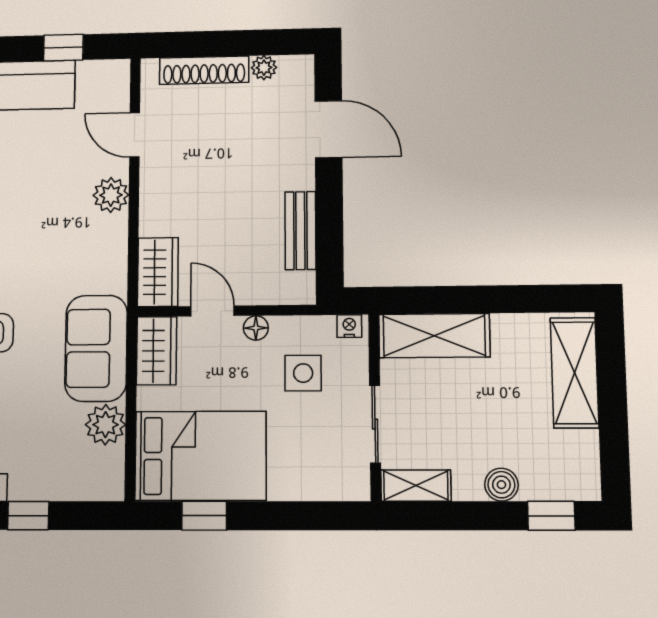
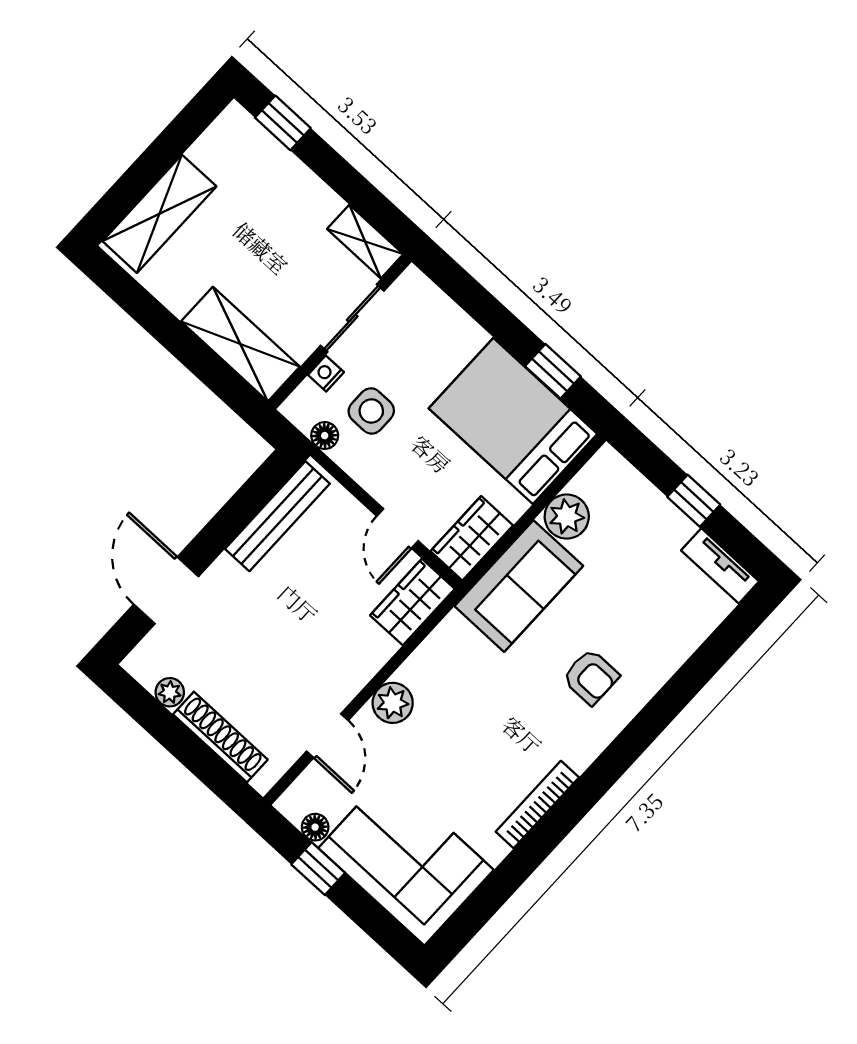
floor lamp: (89, 71) -> (315, 827), added
bench: (300, 231) -> (277, 516), width x1.36
nightstand: (349, 326) -> (326, 374), moved, turned 90
floor lamp: (256, 328) -> (325, 436), moved
boiler: (501, 485) -> (298, 181), removed

